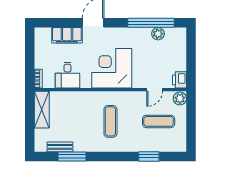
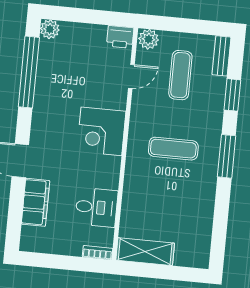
plant: (158, 34) -> (50, 29), moved
corner desk: (112, 68) -> (101, 131), width x0.74, depth x0.74
door: (155, 90) -> (131, 76), hinge flipped
bench: (60, 147) -> (221, 56), moved
window: (72, 156) -> (227, 156), moved

